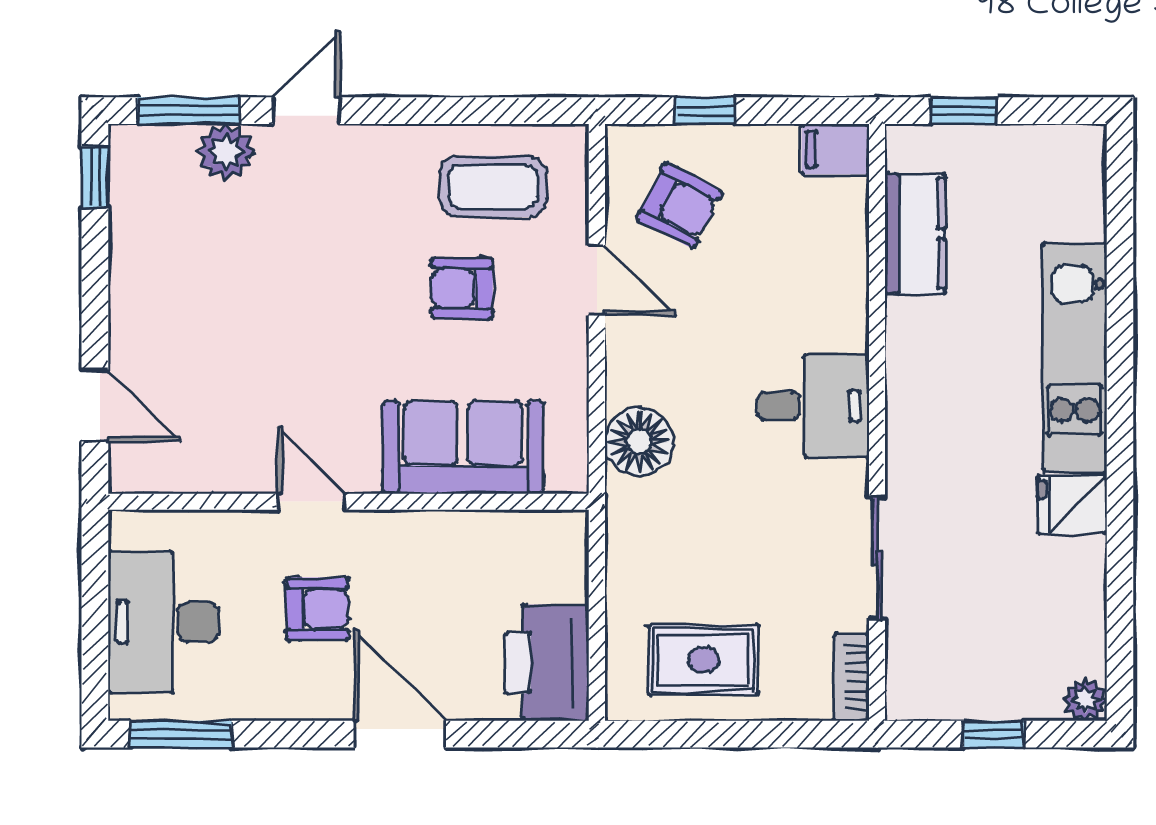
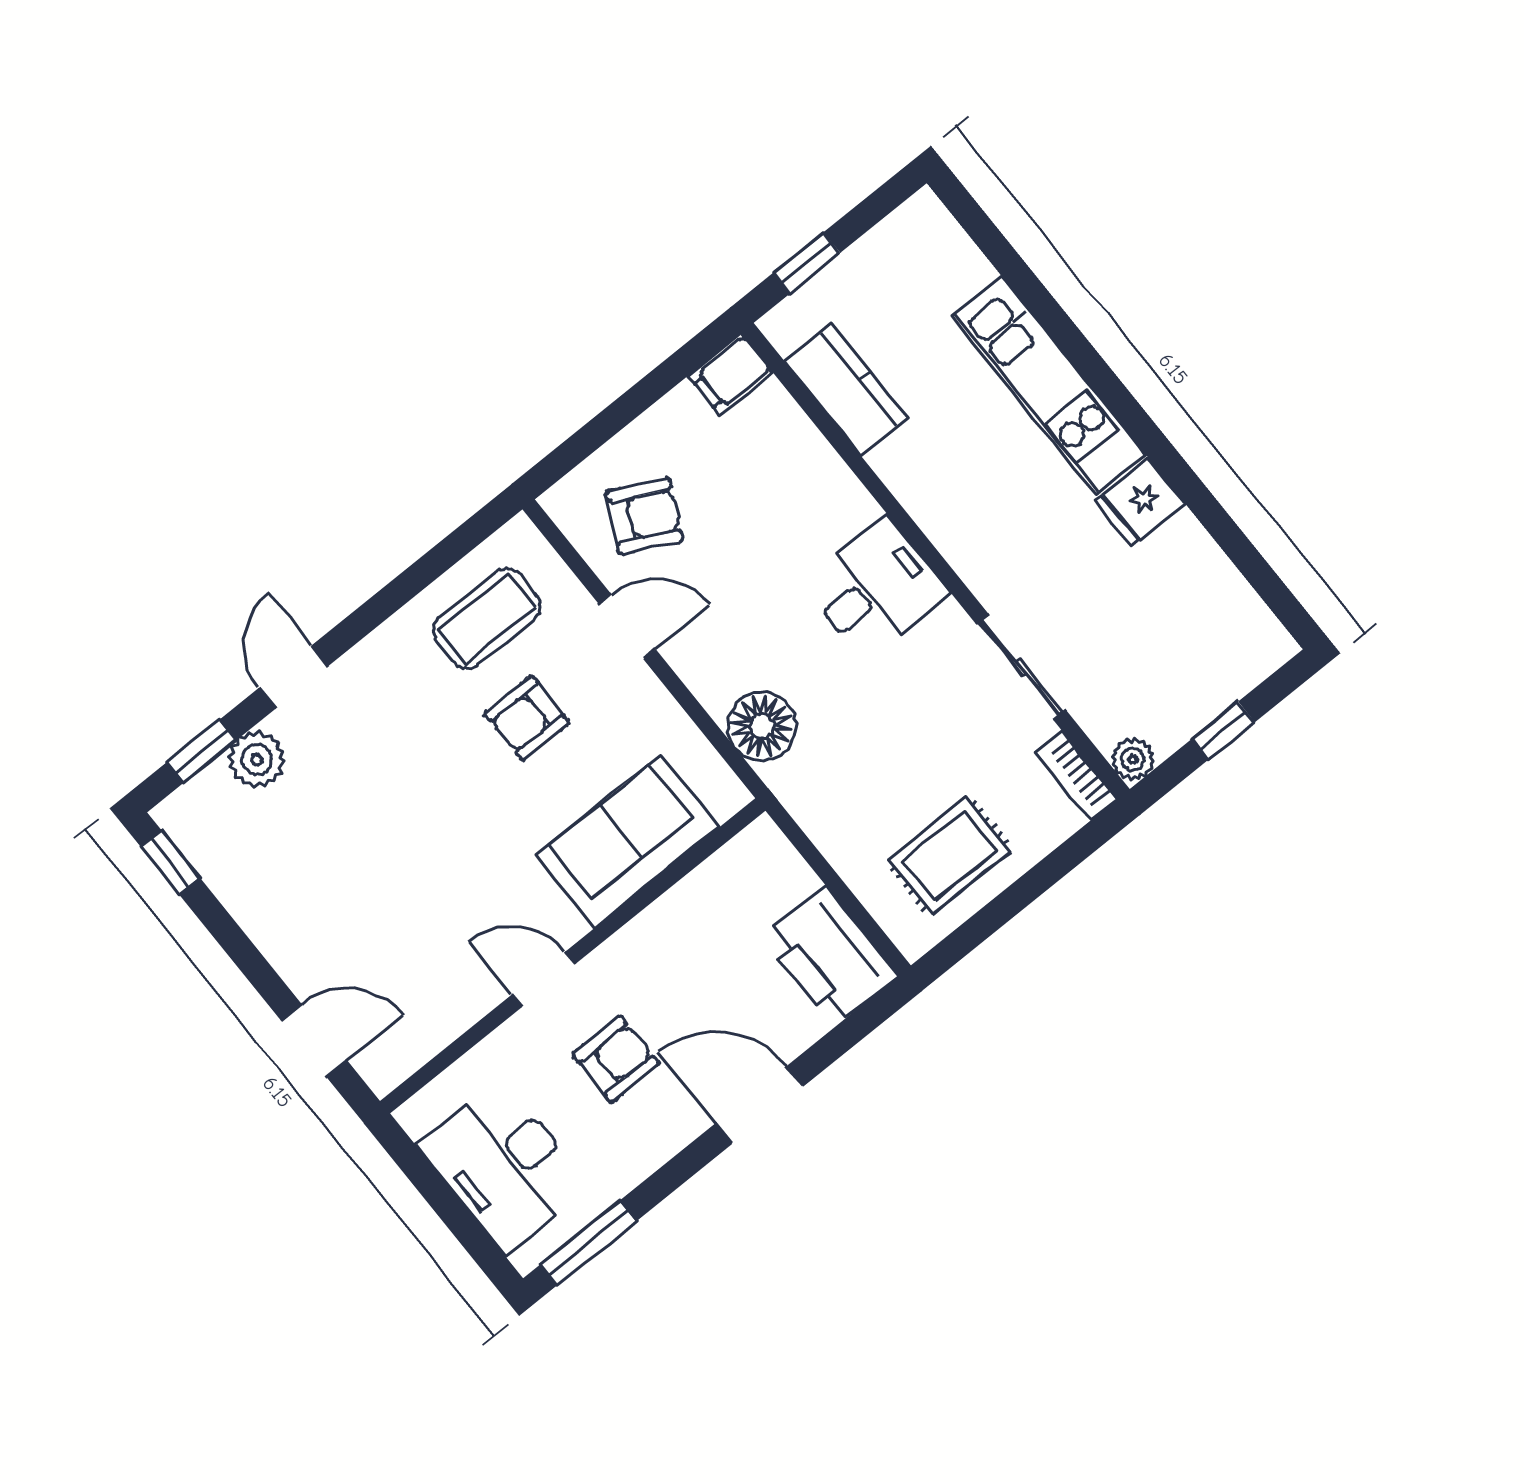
window: (188, 111) -> (201, 751), width x0.67
window: (705, 111) -> (605, 426), removed
plant: (1086, 700) -> (1133, 759), moved

